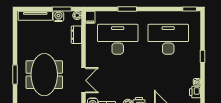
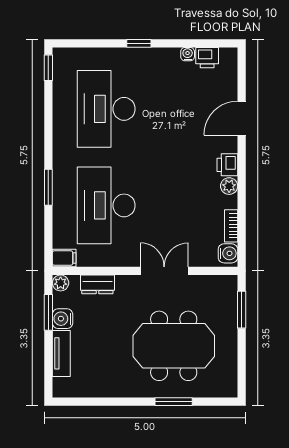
tv unit: (35, 16) -> (61, 353), width x0.71
double door: (83, 80) -> (164, 271), moved

